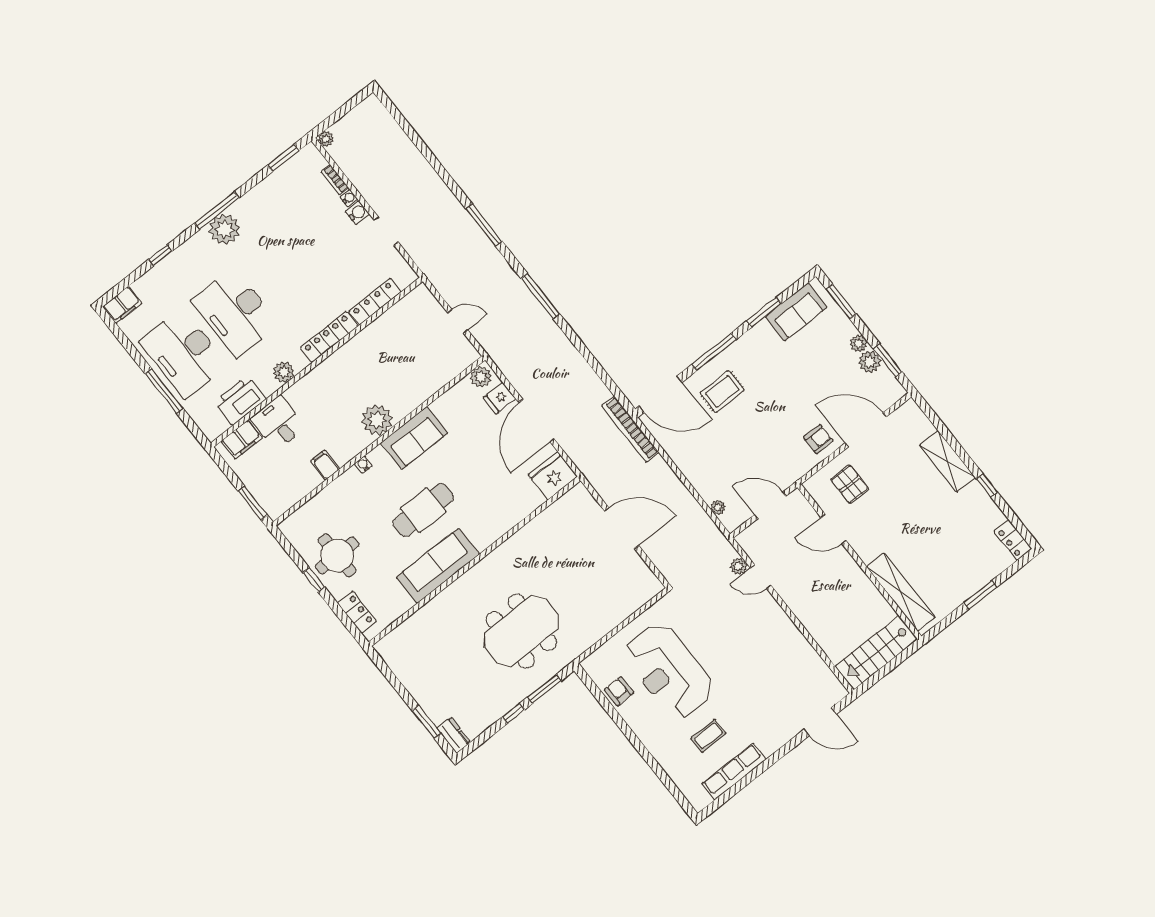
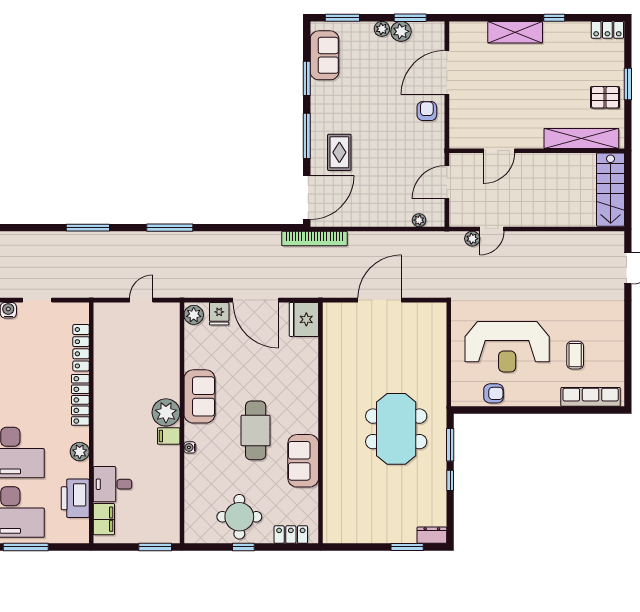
filing cabinet: (325, 465) -> (169, 436), moved
pallet: (850, 484) -> (605, 97), moved
sofa: (438, 566) -> (303, 461), width x0.73
armchair: (619, 691) -> (494, 393), turned 180
row of seats: (734, 771) -> (591, 397), moved, turned 90

